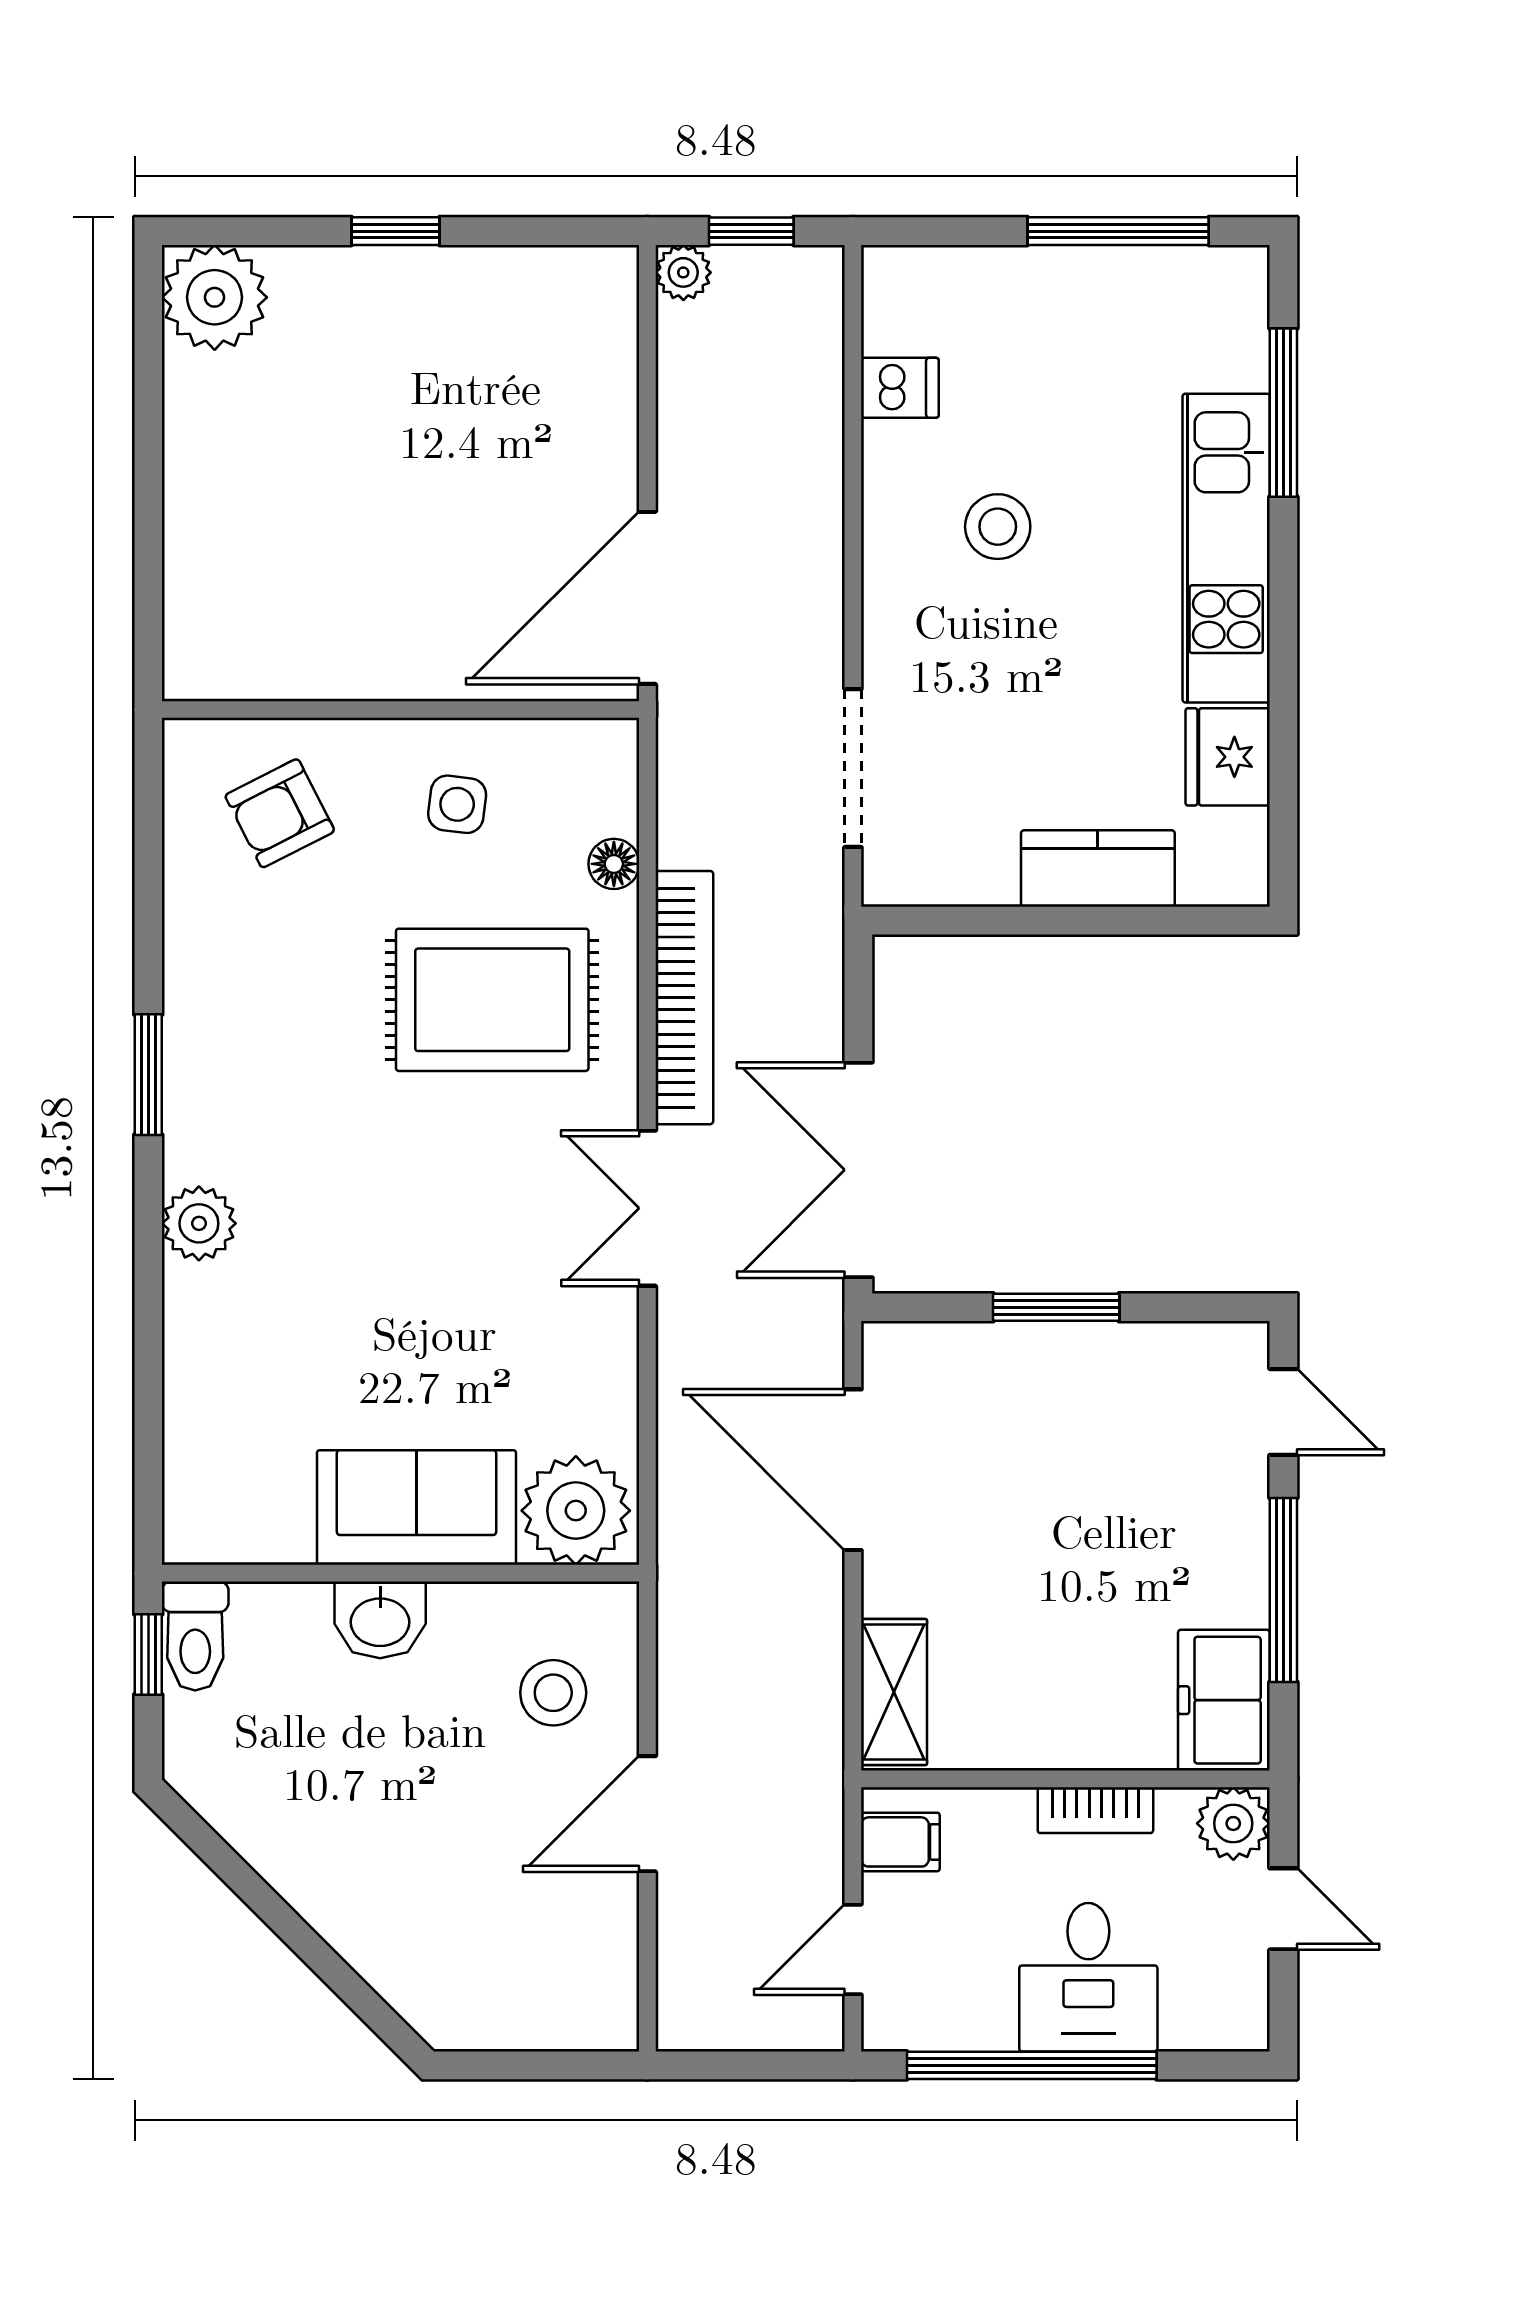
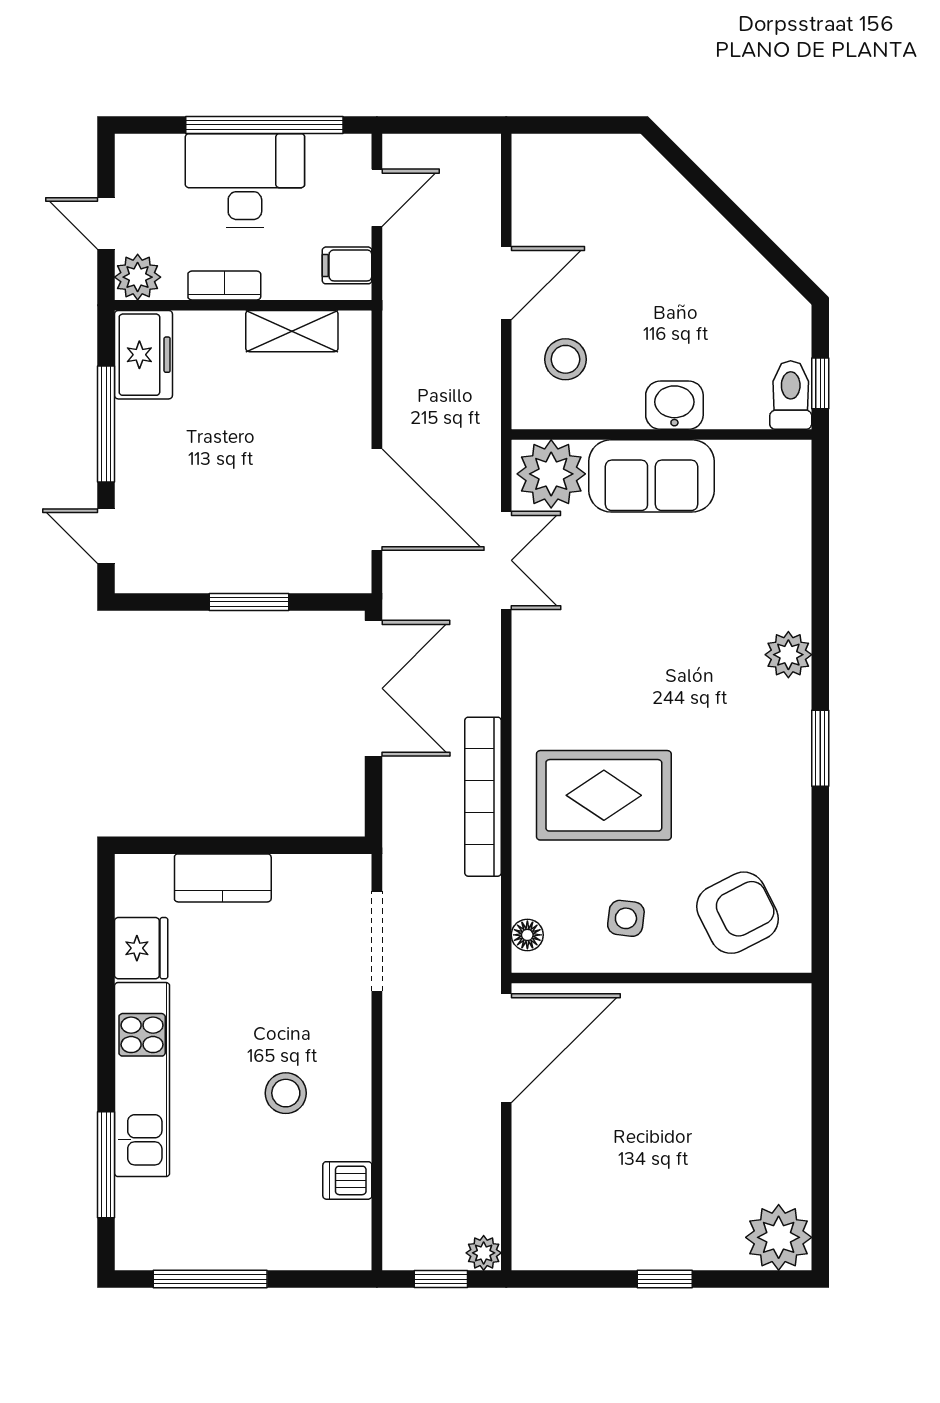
armchair: (280, 813) -> (737, 913), width x1.38, depth x1.38
floor lamp: (614, 864) -> (527, 935), moved
double door: (647, 1208) -> (506, 560), moved
shelving: (894, 1692) -> (292, 331), moved, turned 90
desk: (1088, 1977) -> (245, 180), width x1.37

